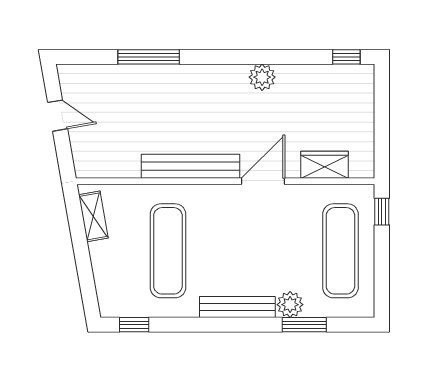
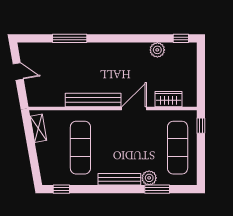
plant: (262, 77) -> (157, 50), moved

